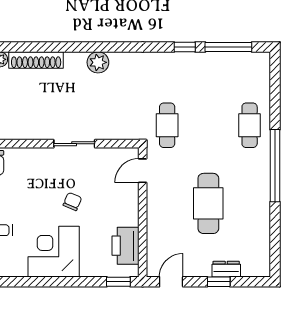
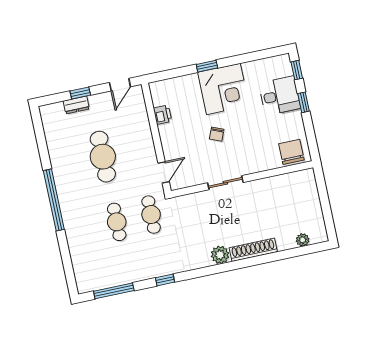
window: (185, 47) -> (165, 280), moved
shoe rack: (36, 60) -> (253, 250), moved
cafe table: (250, 125) -> (117, 222), moved
printer: (125, 246) -> (162, 115), width x0.53, depth x0.68
window: (118, 282) -> (207, 66), moved

